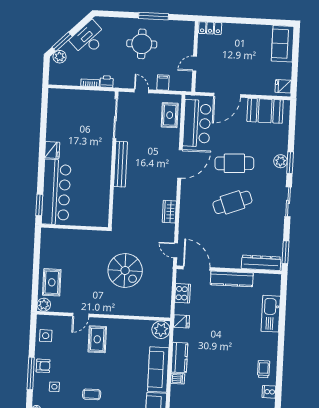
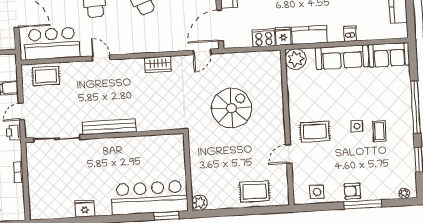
printer: (107, 82) -> (14, 132), moved
fridge: (52, 150) -> (85, 209), moved
door: (180, 164) -> (101, 58), width x0.53
cooker: (183, 293) -> (264, 38), moved
plant: (44, 305) -> (200, 203), moved
door: (81, 315) -> (289, 154), swing flipped
kitchen counter: (179, 358) -> (309, 35), moved
armchair: (43, 366) -> (352, 191), turned -90
side table: (54, 387) -> (357, 126), moved

